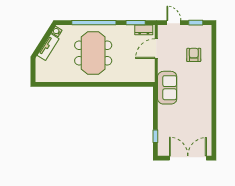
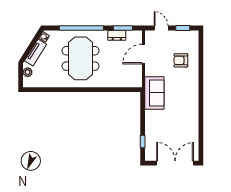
dresser: (144, 30) -> (117, 35), moved
armchair: (194, 55) -> (181, 60), turned -90
plant: (40, 67) -> (28, 72), added

